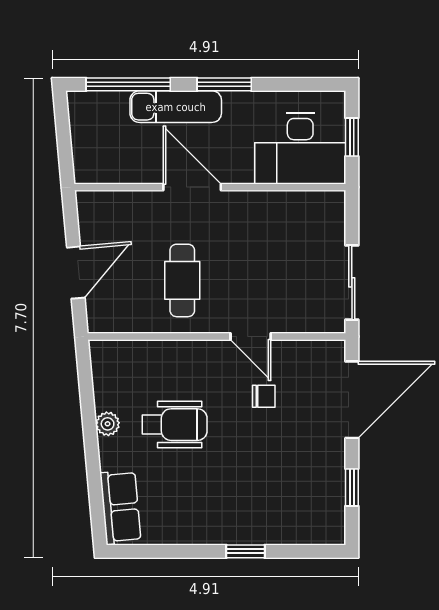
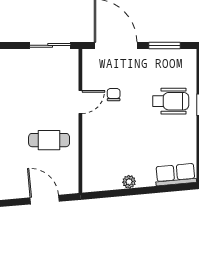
wheelchair: (174, 425) -> (171, 101), moved, turned 90
window: (352, 487) -> (164, 45), width x1.50

